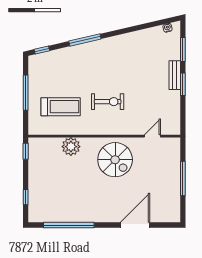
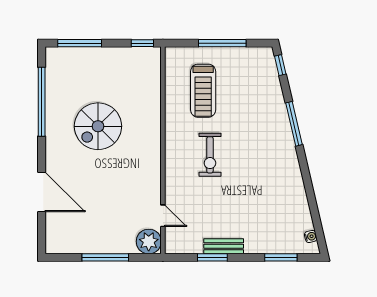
bench: (175, 75) -> (224, 246), moved
window: (183, 84) -> (212, 257), moved
plant: (71, 147) -> (149, 241), moved
spiral stairs: (115, 160) -> (98, 126), moved
window: (26, 197) -> (80, 43), width x2.17

